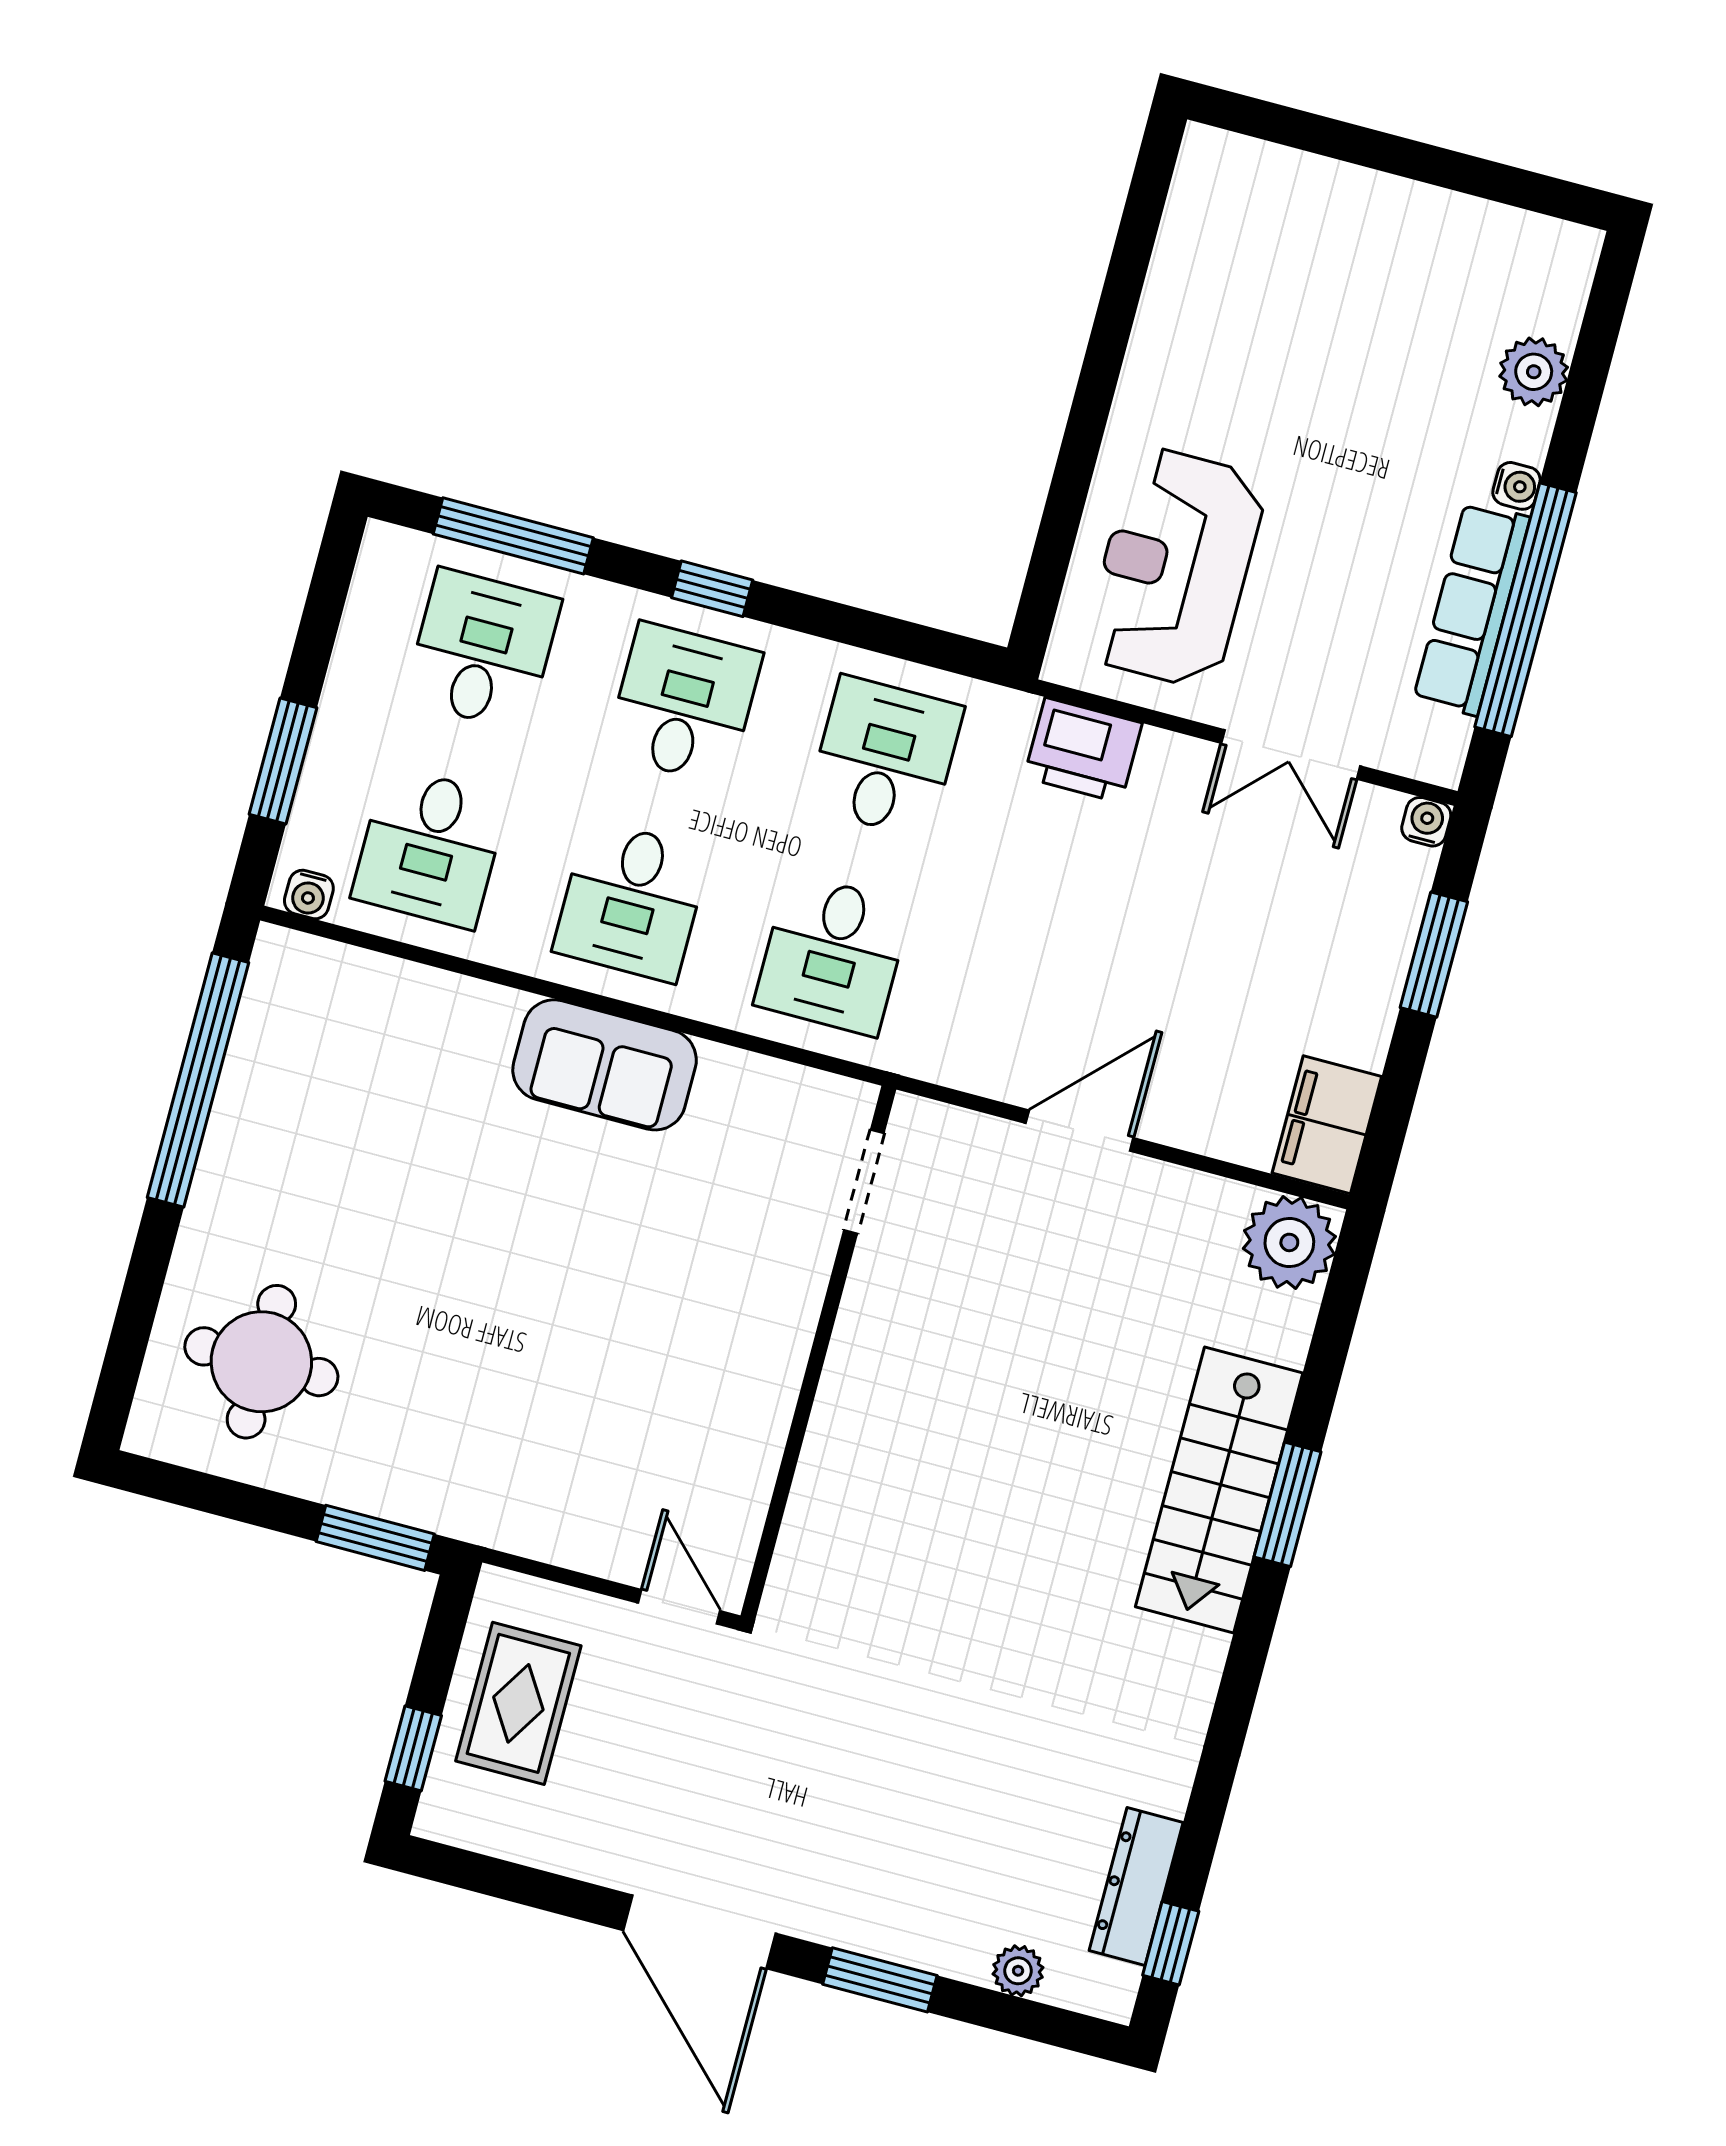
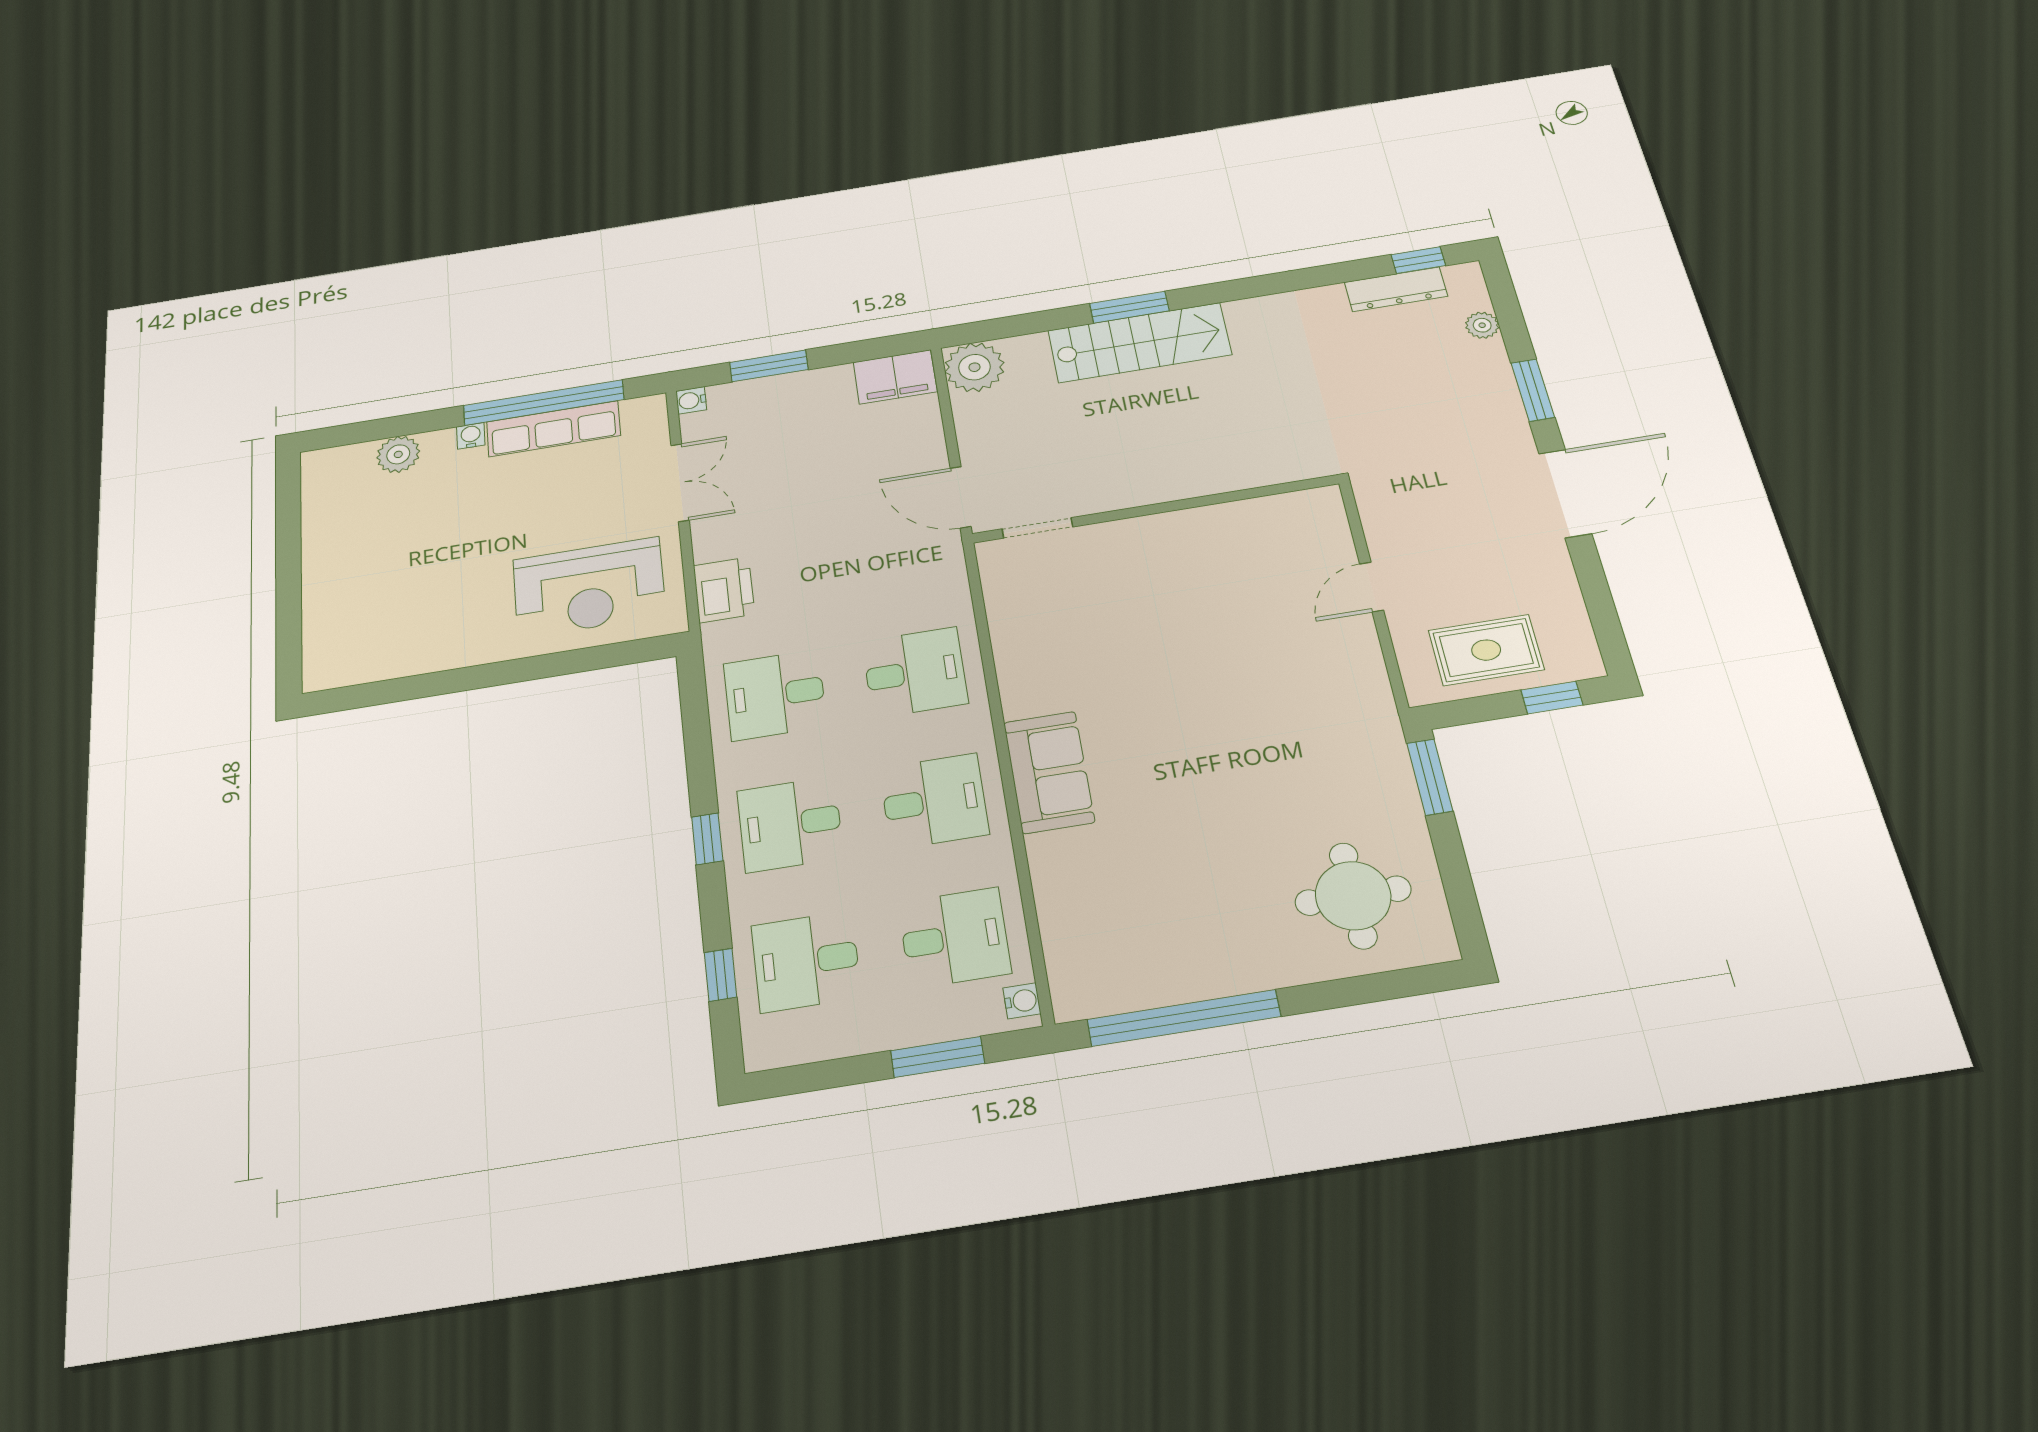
window: (513, 536) -> (720, 975), width x0.46
doorway: (864, 1182) -> (1037, 528), moved
wall: (818, 1352) -> (1155, 509), moved

